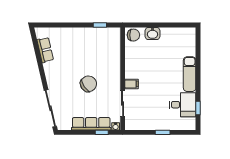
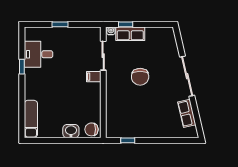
exam couch: (190, 74) -> (31, 119), moved
chair: (88, 84) -> (140, 77), turned -56
sliding door: (50, 108) -> (187, 76), moved
window: (198, 108) -> (22, 67), moved
row of seats: (91, 124) -> (130, 34), width x0.68

